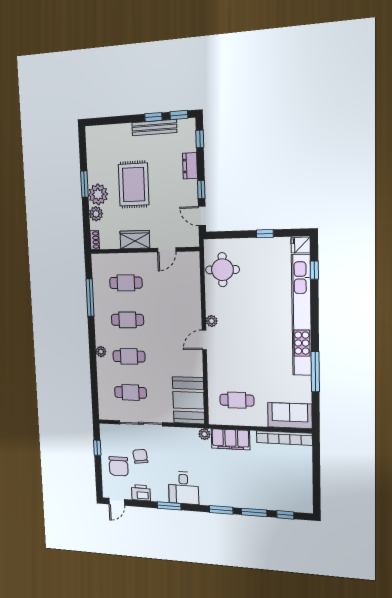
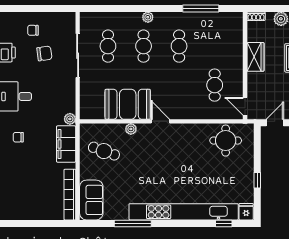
door: (167, 250) -> (245, 106), moved
cafe table: (126, 283) -> (215, 85), moved
plant: (212, 321) -> (131, 129), moved
booth: (188, 400) -> (128, 104), moved
cafe table: (237, 400) -> (104, 151), turned -70
window: (97, 448) -> (51, 8), removed
chair: (119, 466) -> (33, 30), width x0.54, depth x0.54
chair: (225, 488) -> (18, 137), added

